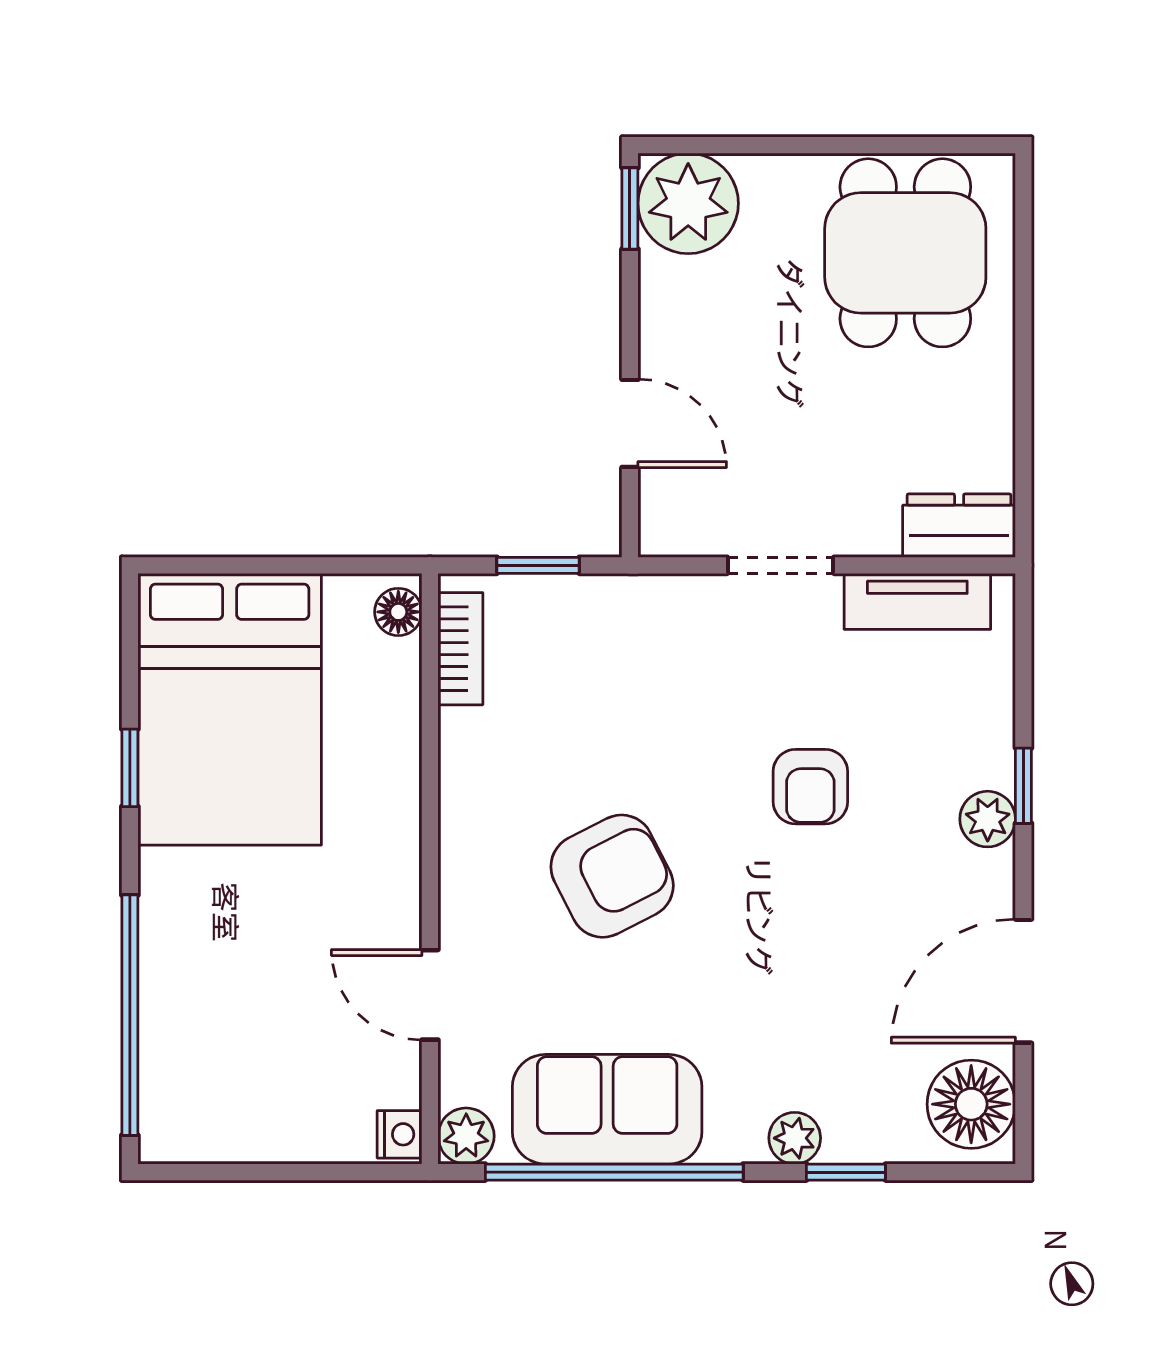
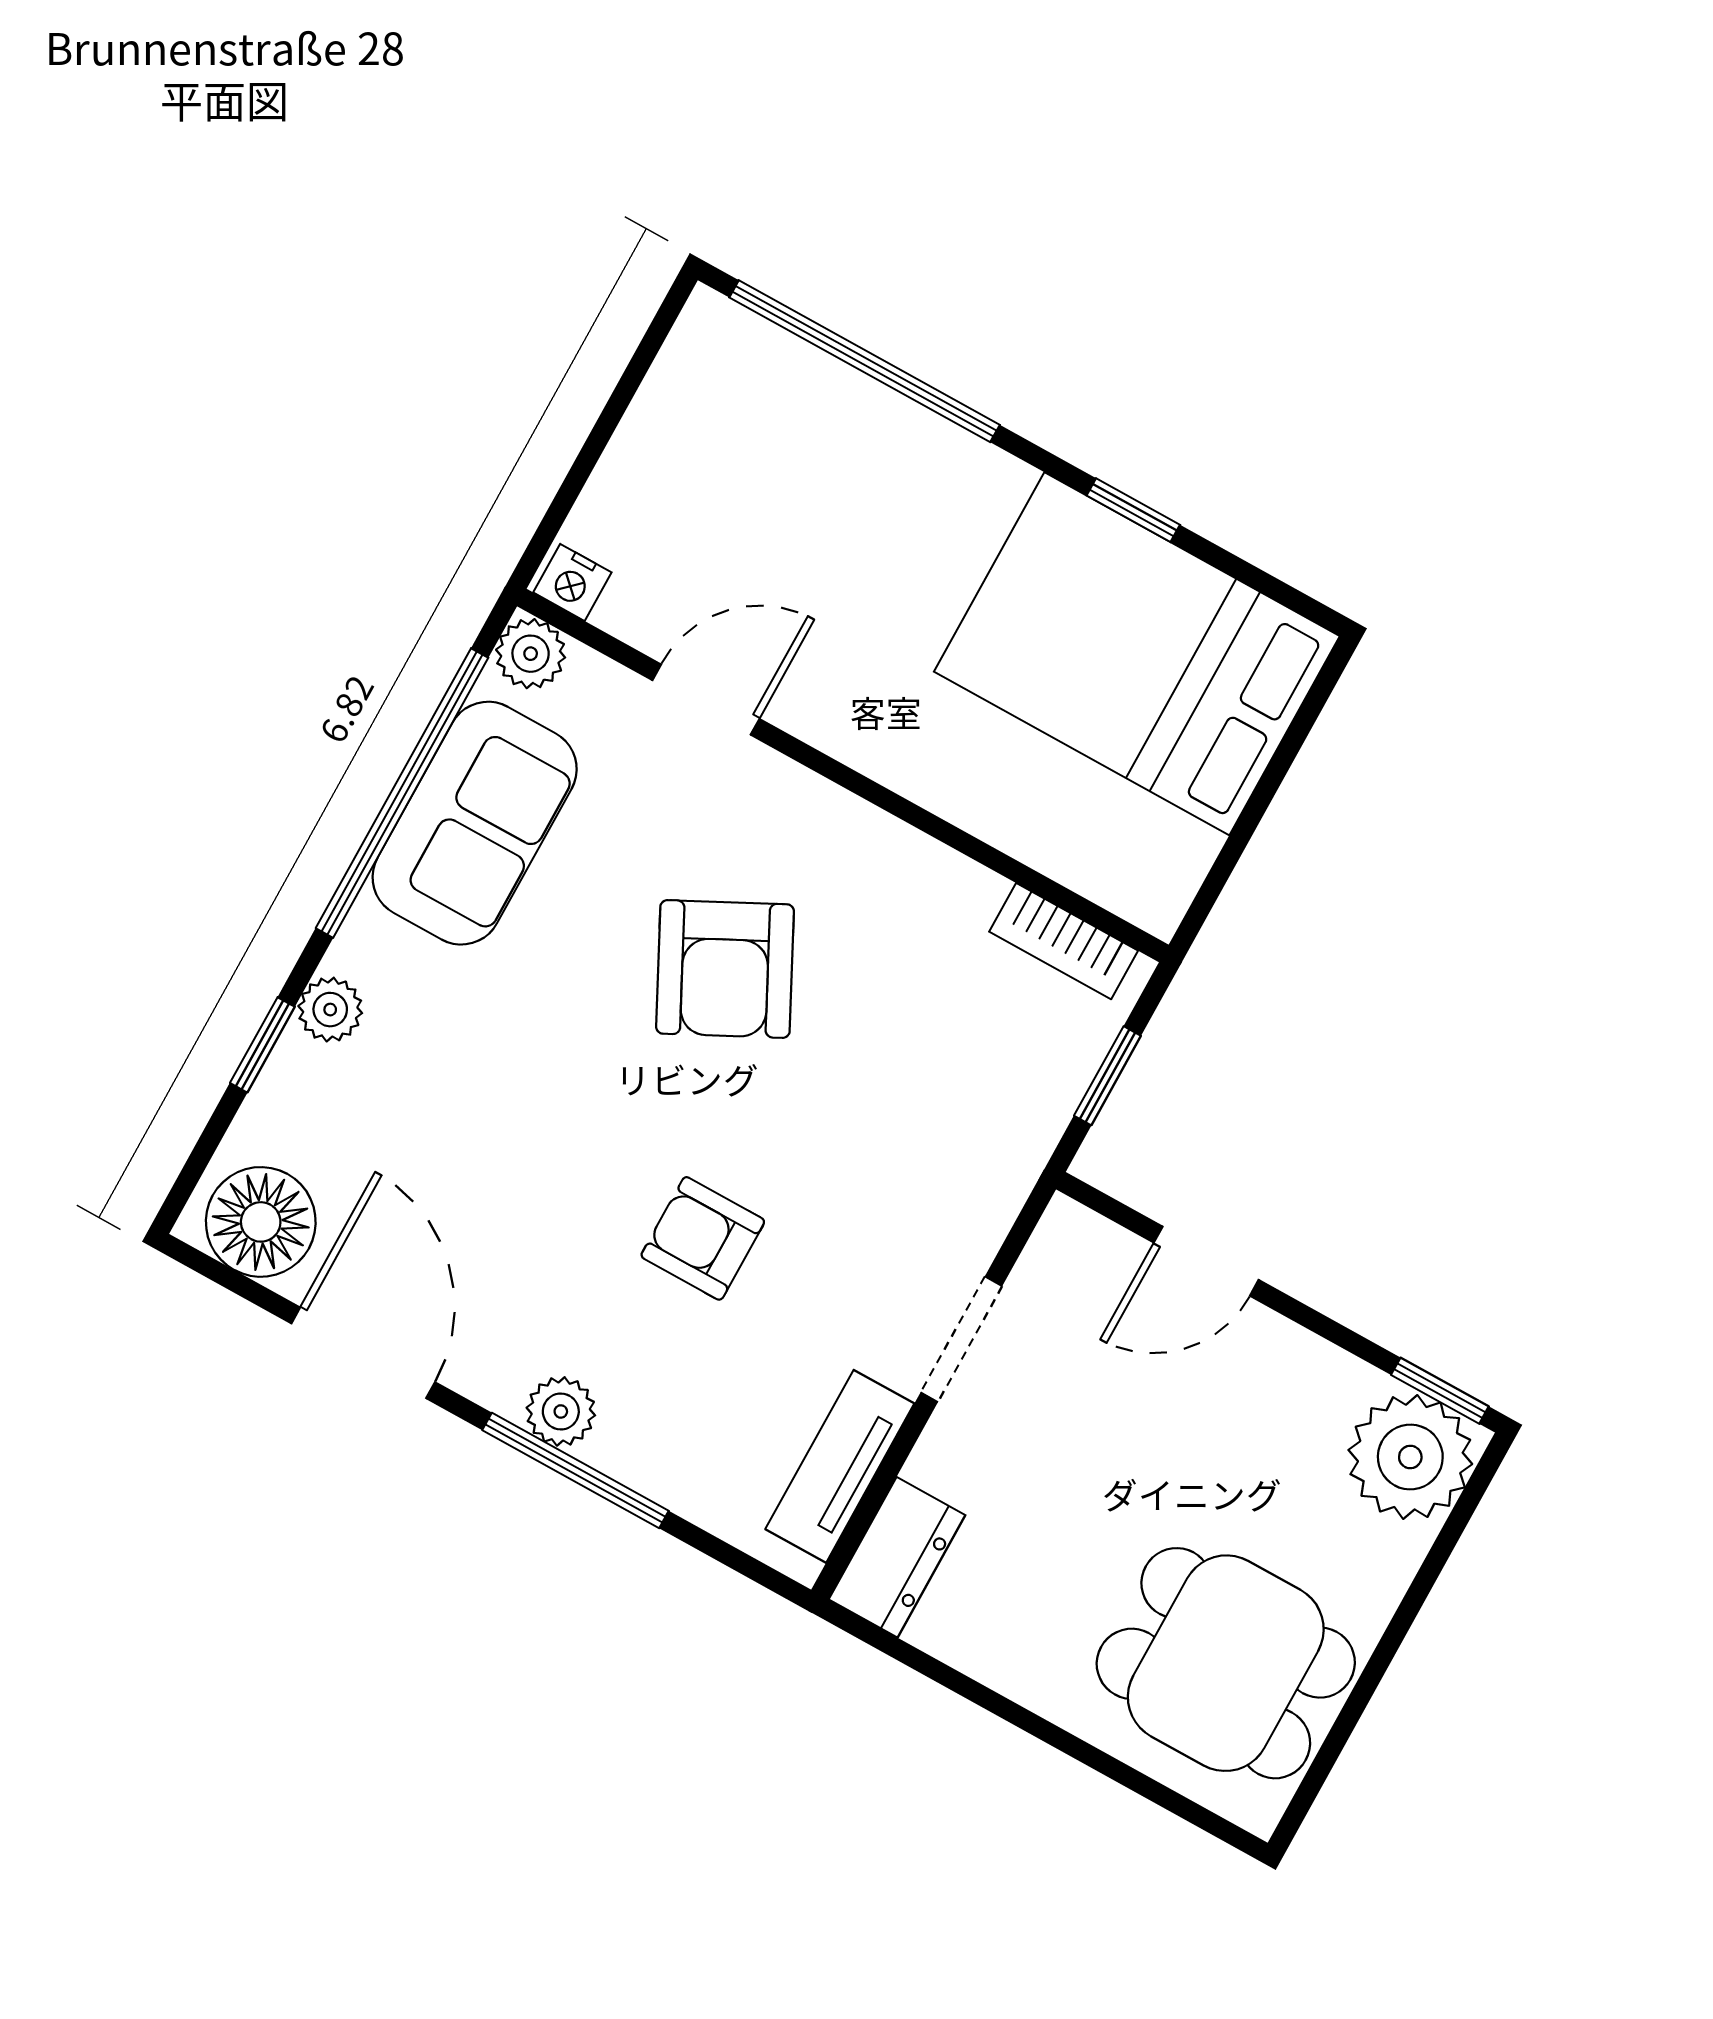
floor lamp: (398, 612) -> (1141, 896), removed
window: (1023, 786) -> (576, 1471), width x2.17

